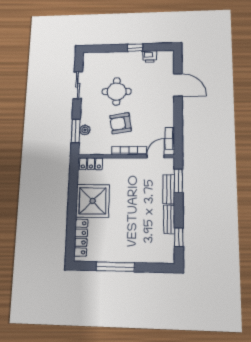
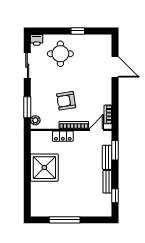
printer: (150, 56) -> (37, 40), moved
round table: (117, 91) -> (60, 54), moved
plant: (85, 130) -> (35, 120), moved
locker: (91, 164) -> (63, 136), moved
locker: (81, 238) -> (36, 198), removed

